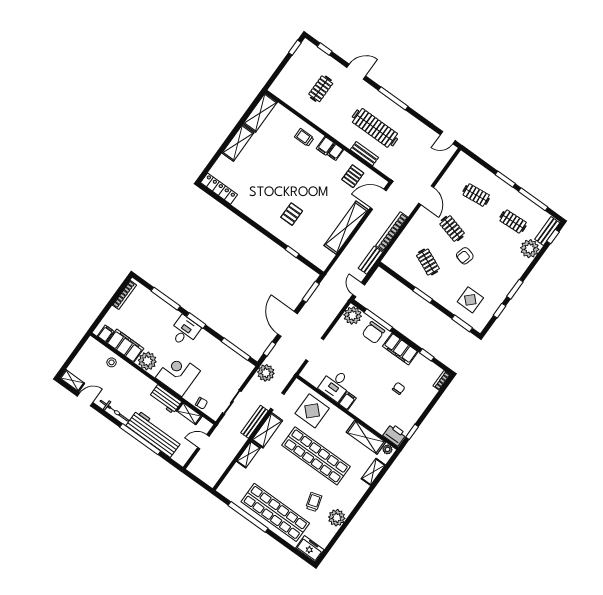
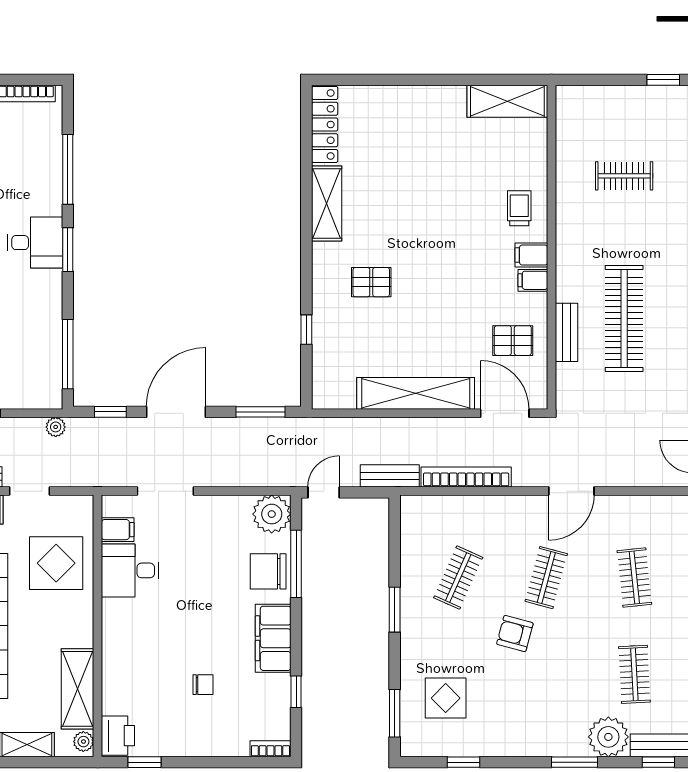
shelving: (238, 143) -> (327, 204), moved, turned 90
window: (515, 289) -> (575, 762), moved
plant: (266, 373) -> (56, 427), width x0.53, depth x0.53
filing cabinet: (347, 401) -> (118, 530), moved

